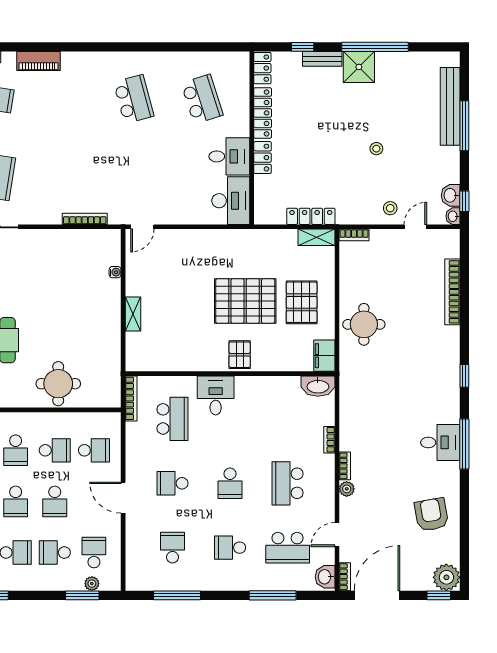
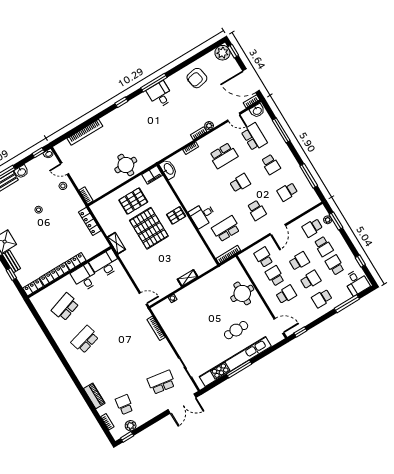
washbasin: (451, 195) -> (21, 172), moved
shelving: (316, 237) -> (116, 243), moved

